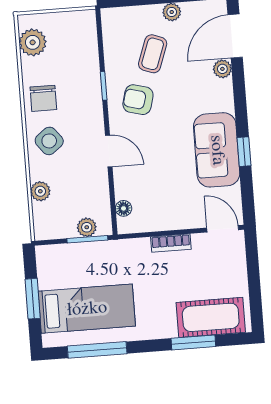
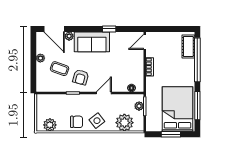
sofa: (217, 150) -> (92, 42), moved
plant: (40, 191) -> (124, 123), width x1.88, depth x1.88
bed: (87, 309) -> (177, 109), width x1.50
cot: (211, 317) -> (188, 46), width x0.73, depth x0.75
window: (193, 342) -> (197, 60), width x2.11

